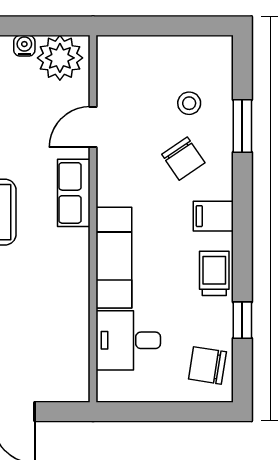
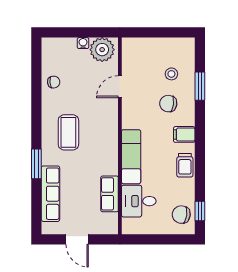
chair: (183, 159) -> (168, 104), turned 132
row of seats: (74, 193) -> (110, 194), moved
trolley: (214, 273) -> (185, 165), turned 180
window: (242, 320) -> (200, 211), moved

